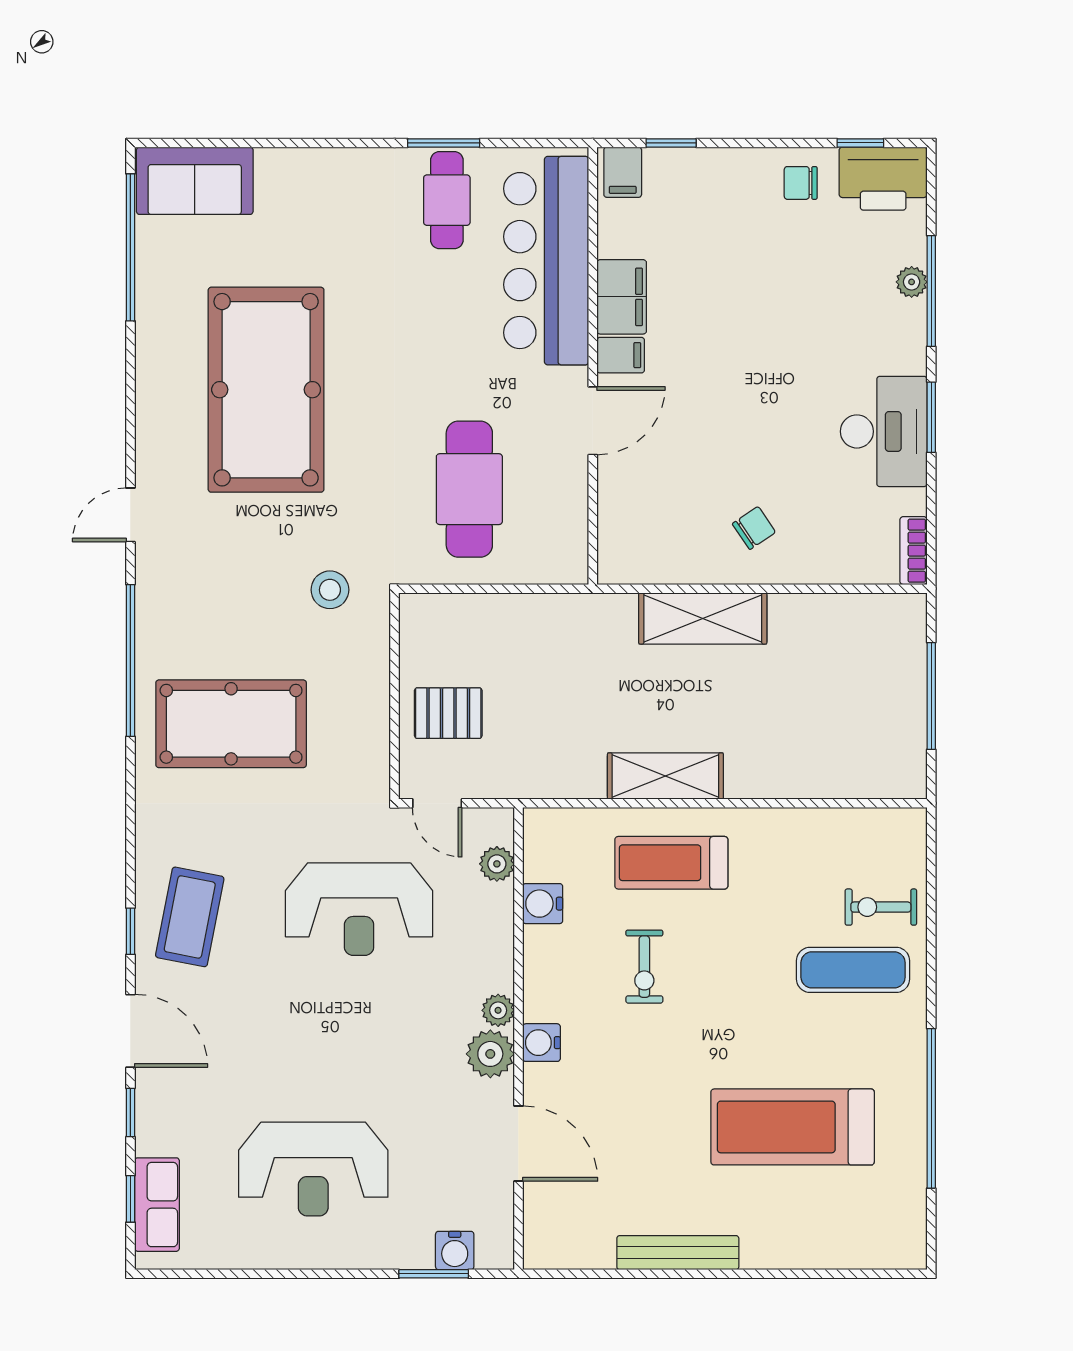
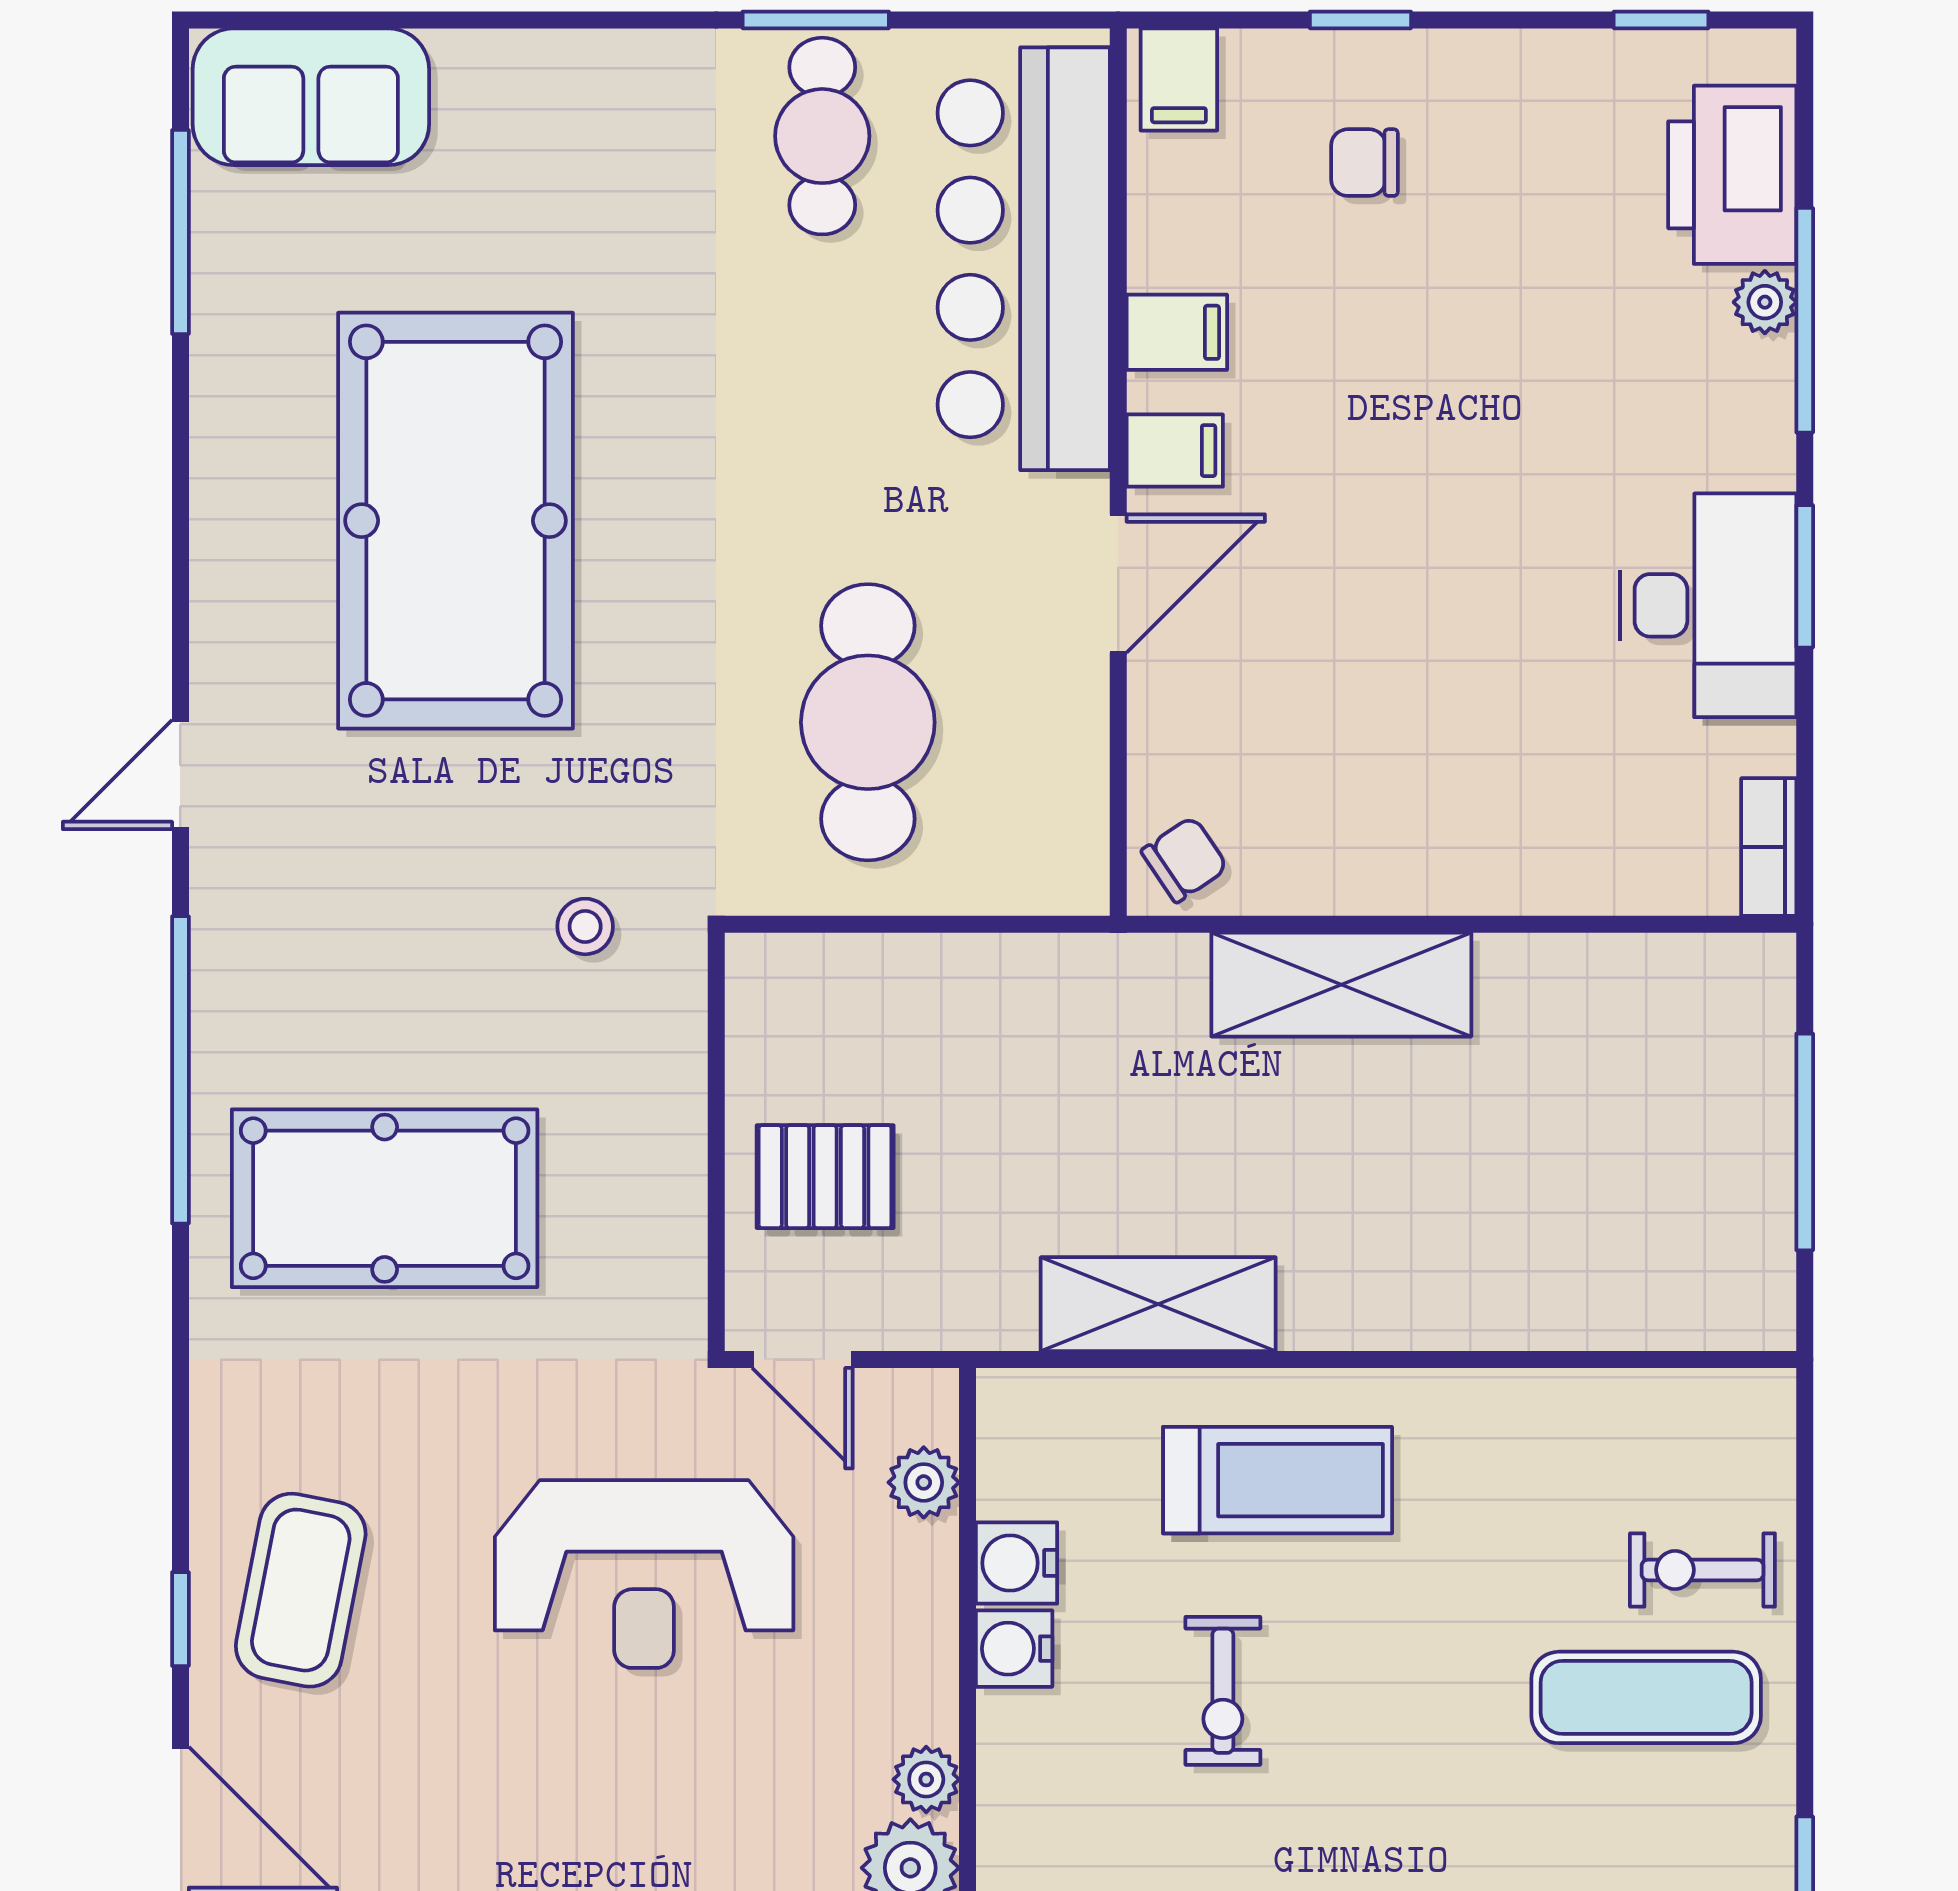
window: (671, 143) -> (1360, 20), moved
printer: (883, 179) -> (1732, 175), moved, turned 90
chair: (801, 183) -> (1364, 163), moved
window: (130, 247) -> (180, 232), width x0.68
filing cabinet: (622, 297) -> (1177, 332), width x0.50
chair: (754, 528) -> (1185, 859), moved
stool: (330, 590) -> (585, 926), width x0.73, depth x0.73
shelving: (665, 776) -> (1158, 1304), moved
treadmill: (671, 863) -> (1278, 1480), turned 180
water cooler: (541, 1043) -> (1014, 1649), moved

